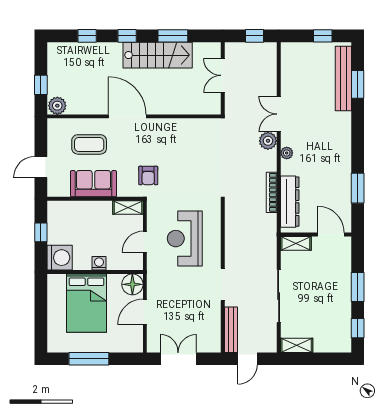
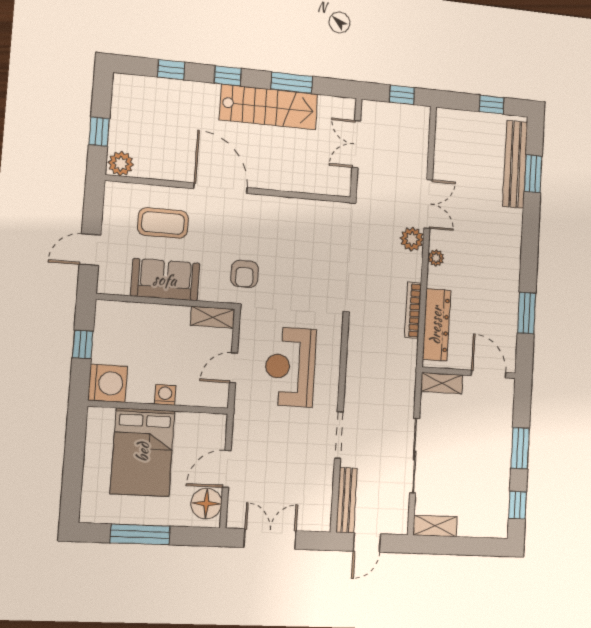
double door: (279, 114) -> (428, 204), swing flipped
floor lamp: (132, 284) -> (206, 504), moved

